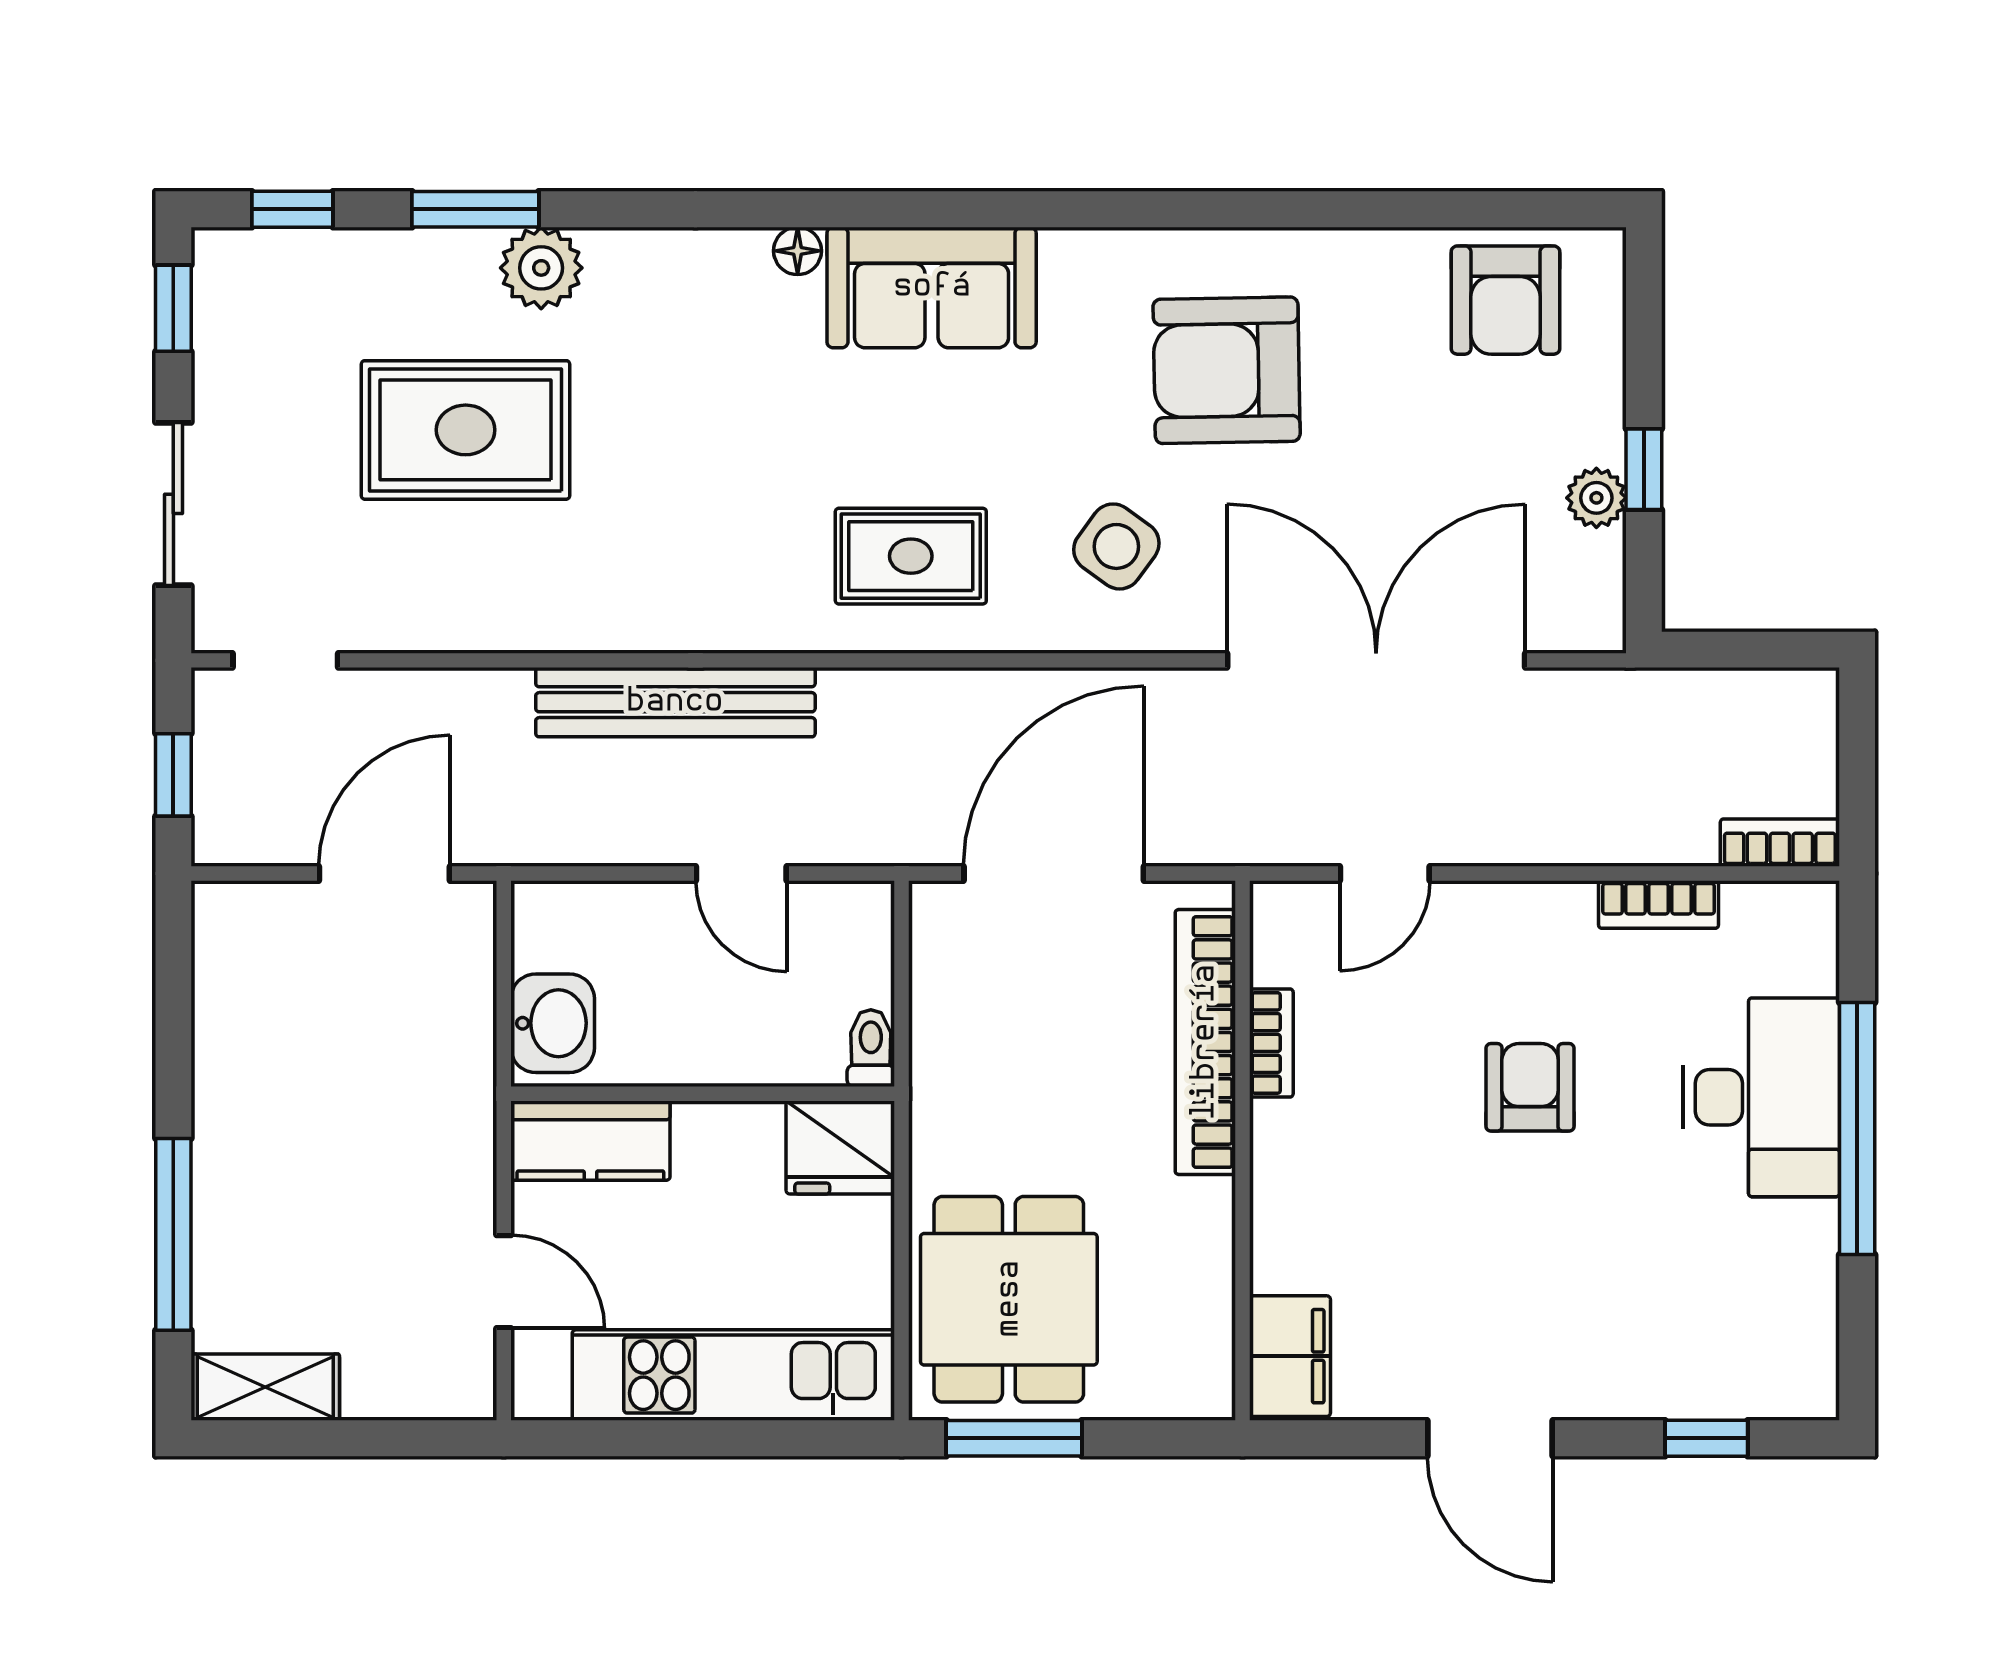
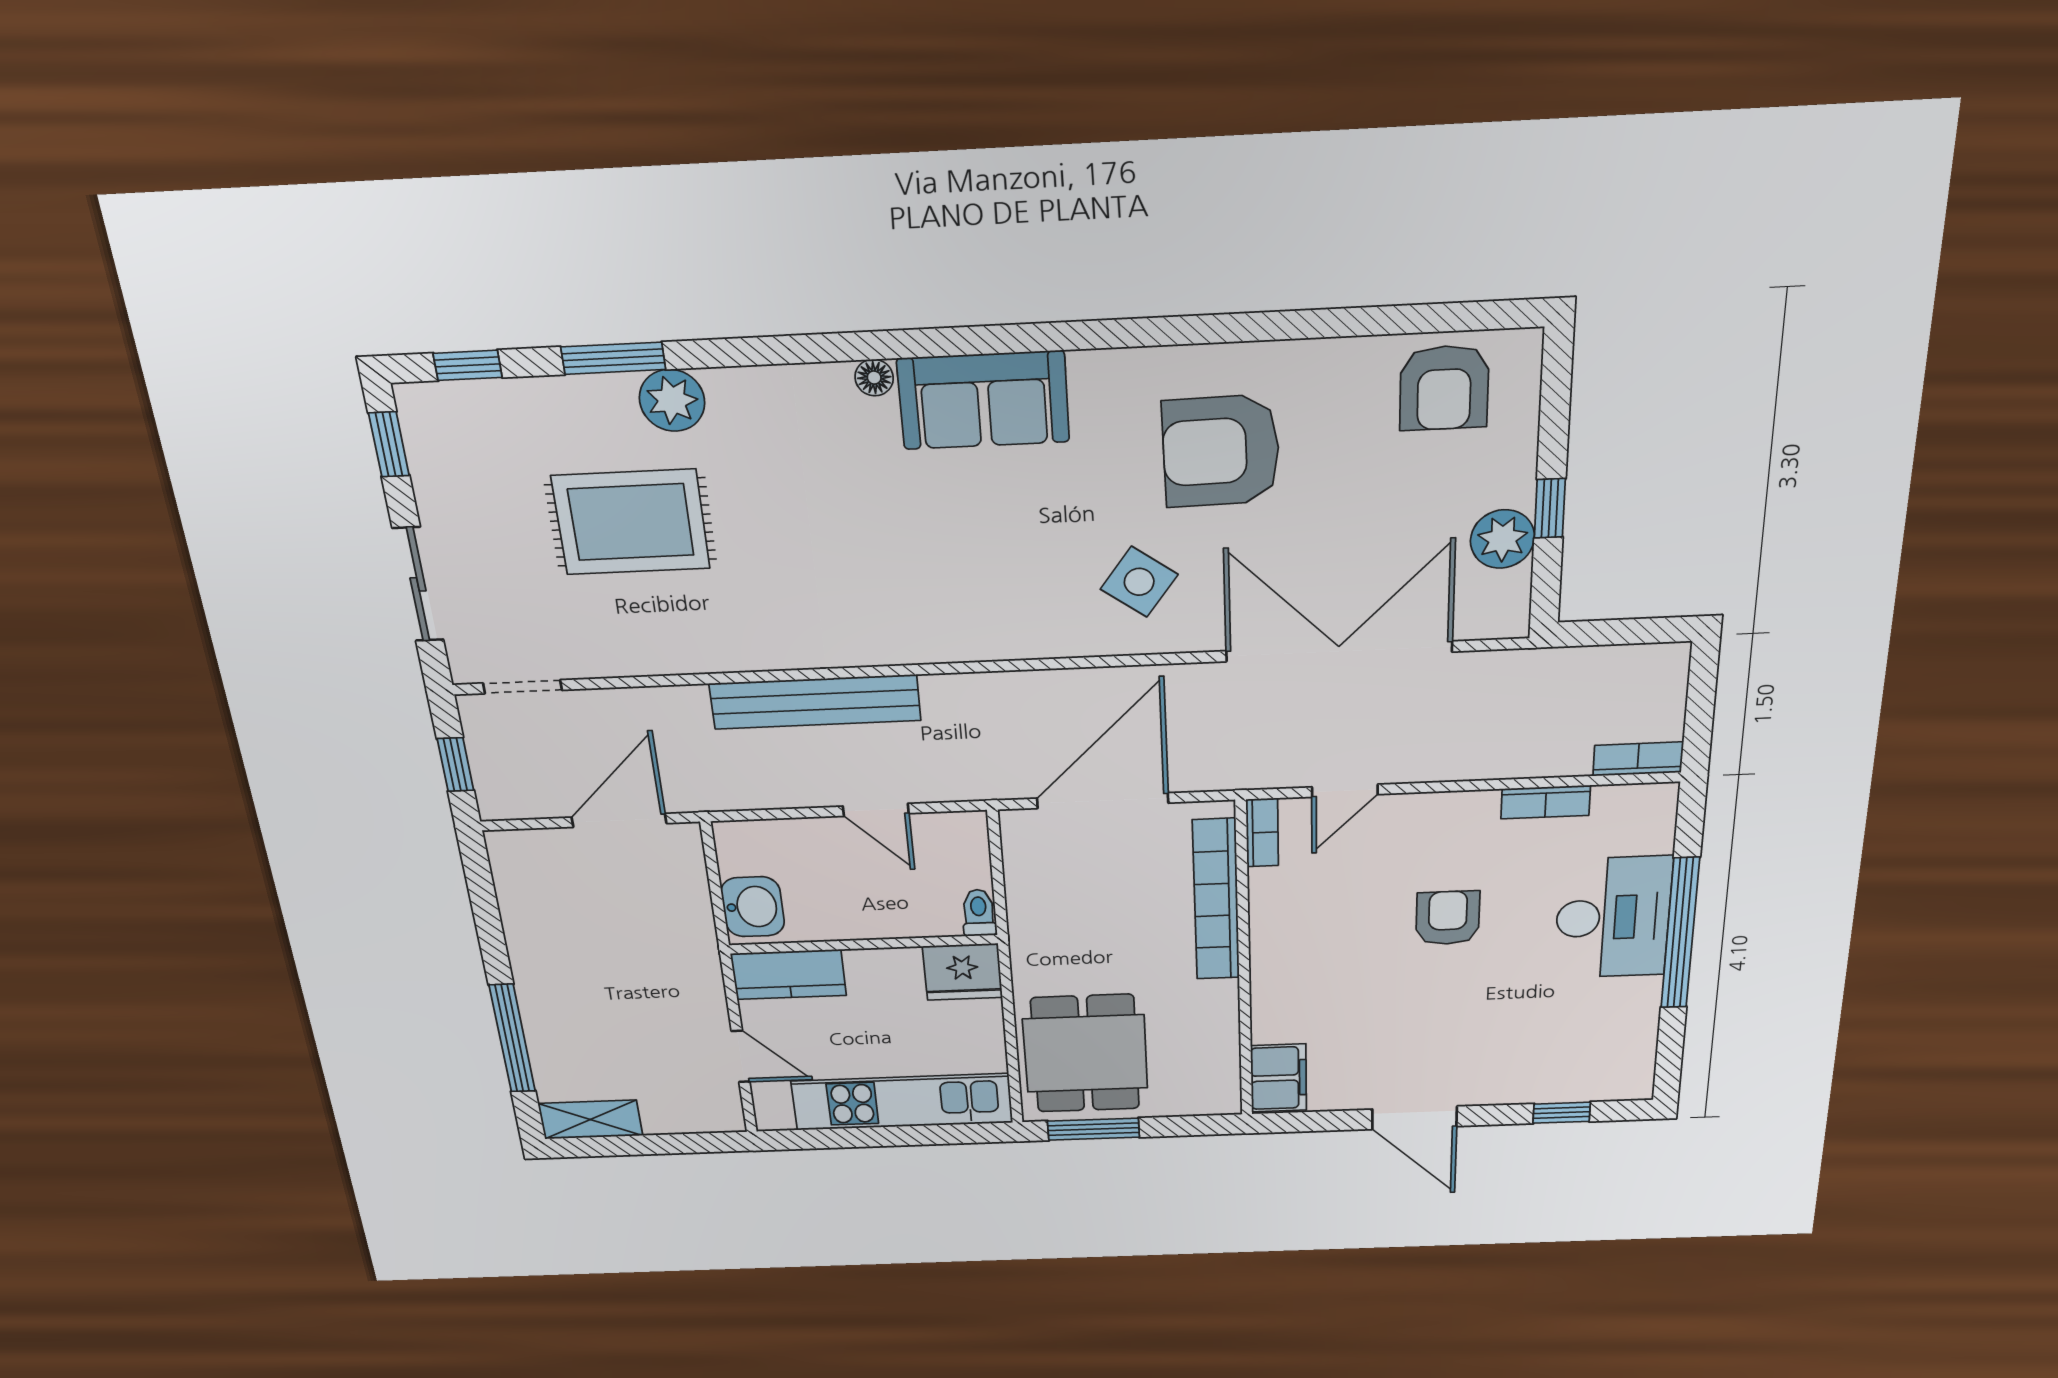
plant: (1596, 498) -> (1502, 539), width x1.38, depth x1.38
rug: (911, 556) -> (982, 595), removed
bookcase: (1271, 1043) -> (1262, 833), moved

